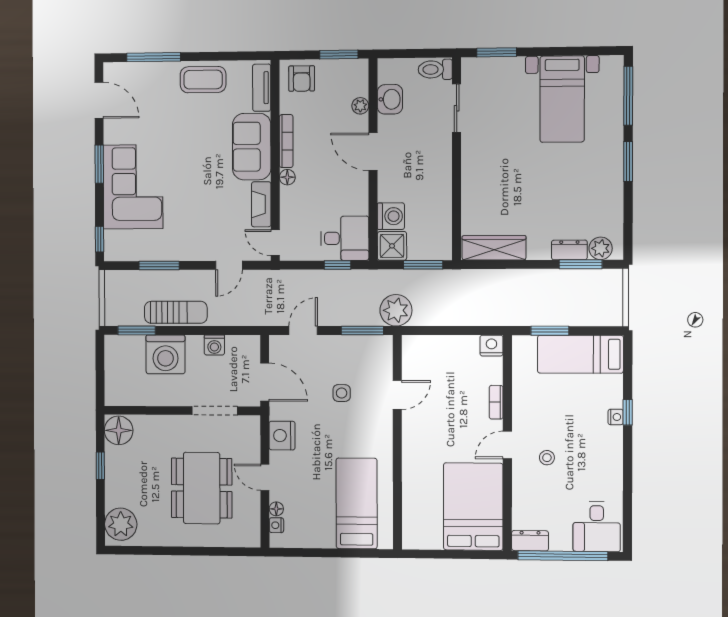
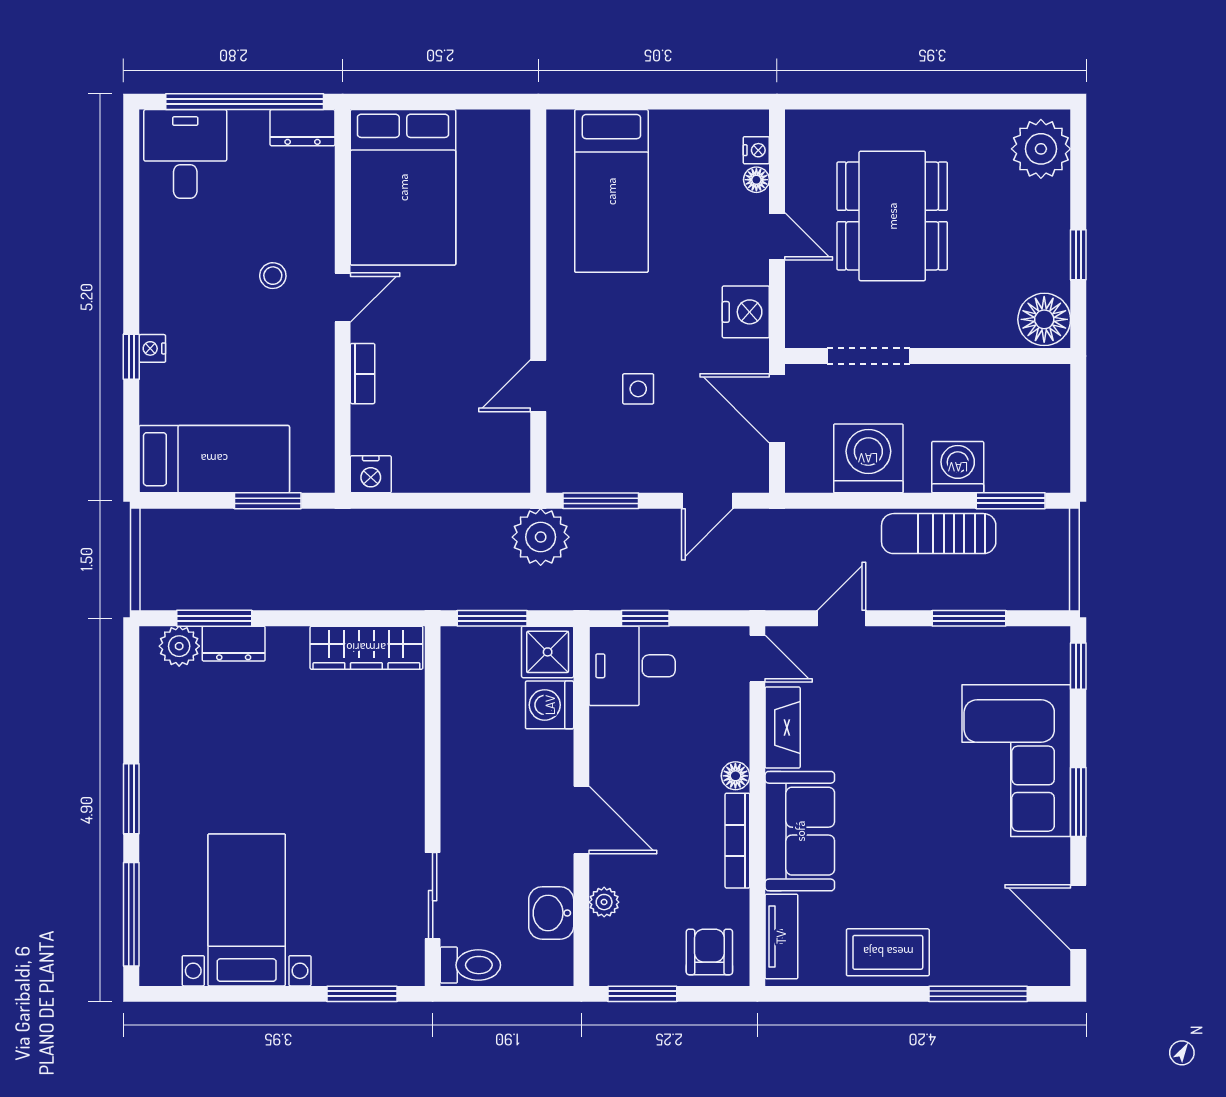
washing machine: (214, 345) -> (868, 458), width x1.89, depth x1.89
washing machine: (165, 354) -> (958, 467), width x0.73, depth x0.73

